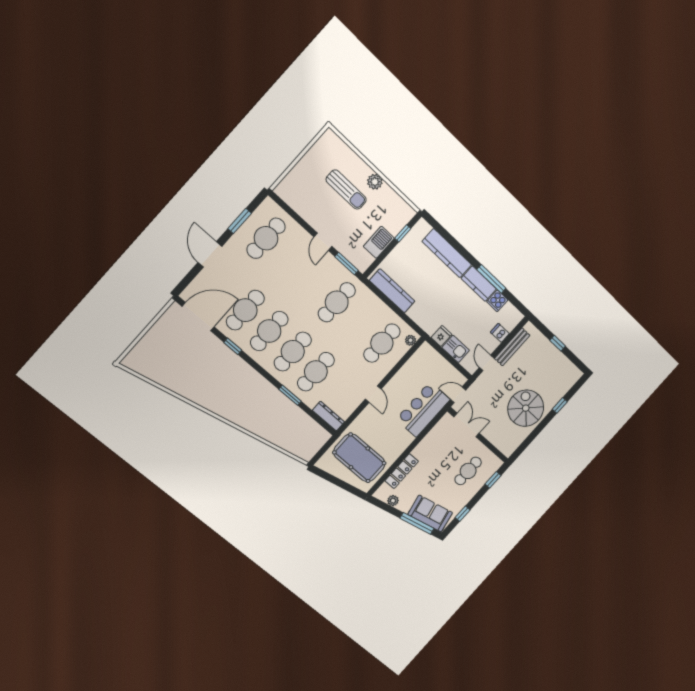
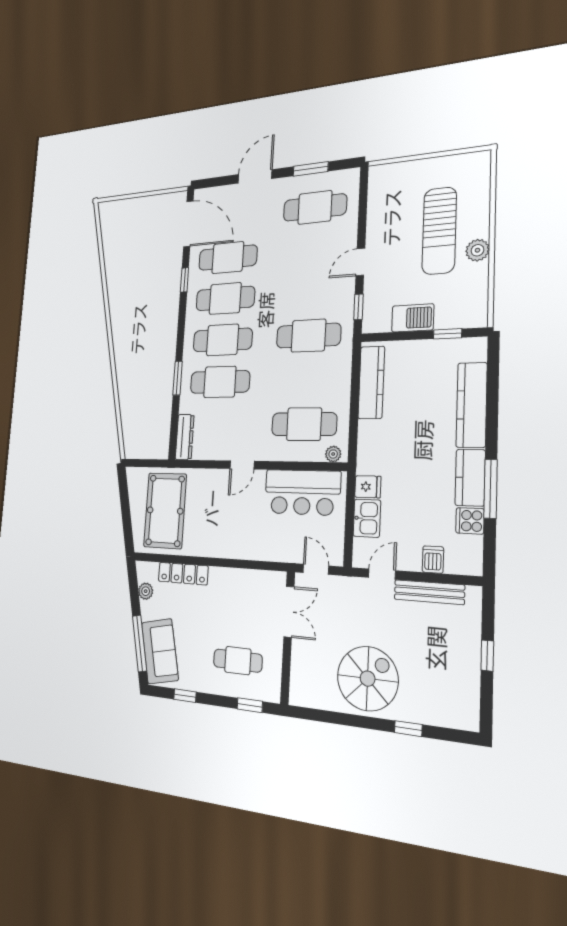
sun lounger: (346, 190) -> (439, 231), width x1.36, depth x1.34
window: (347, 264) -> (358, 307), width x0.67
bar counter: (423, 409) -> (302, 492), moved, turned 180

